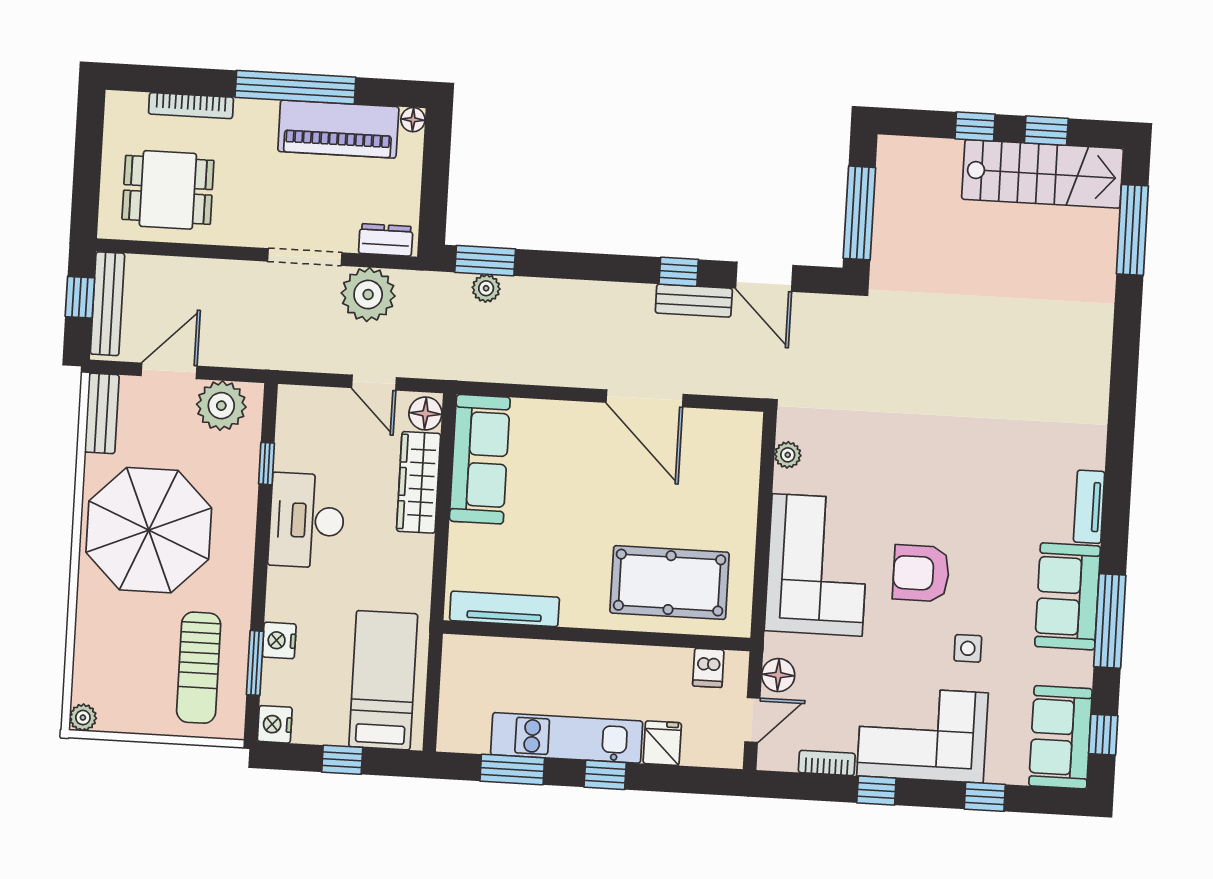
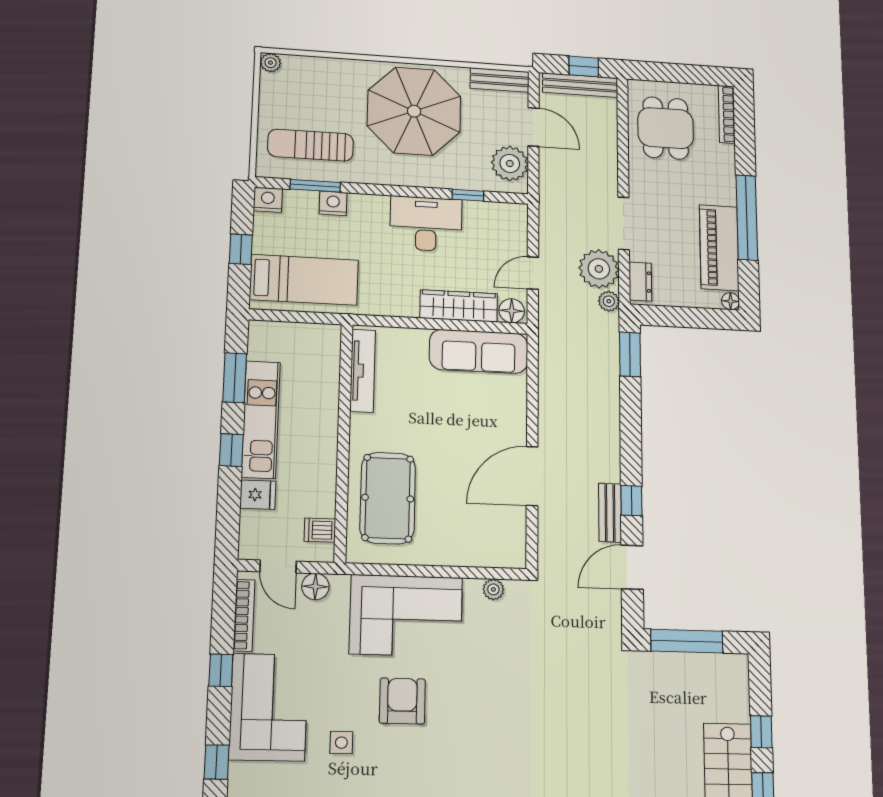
bookcase: (191, 106) -> (727, 114), moved
plant: (486, 288) -> (609, 301), moved
bookcase: (827, 763) -> (244, 615), width x1.56

